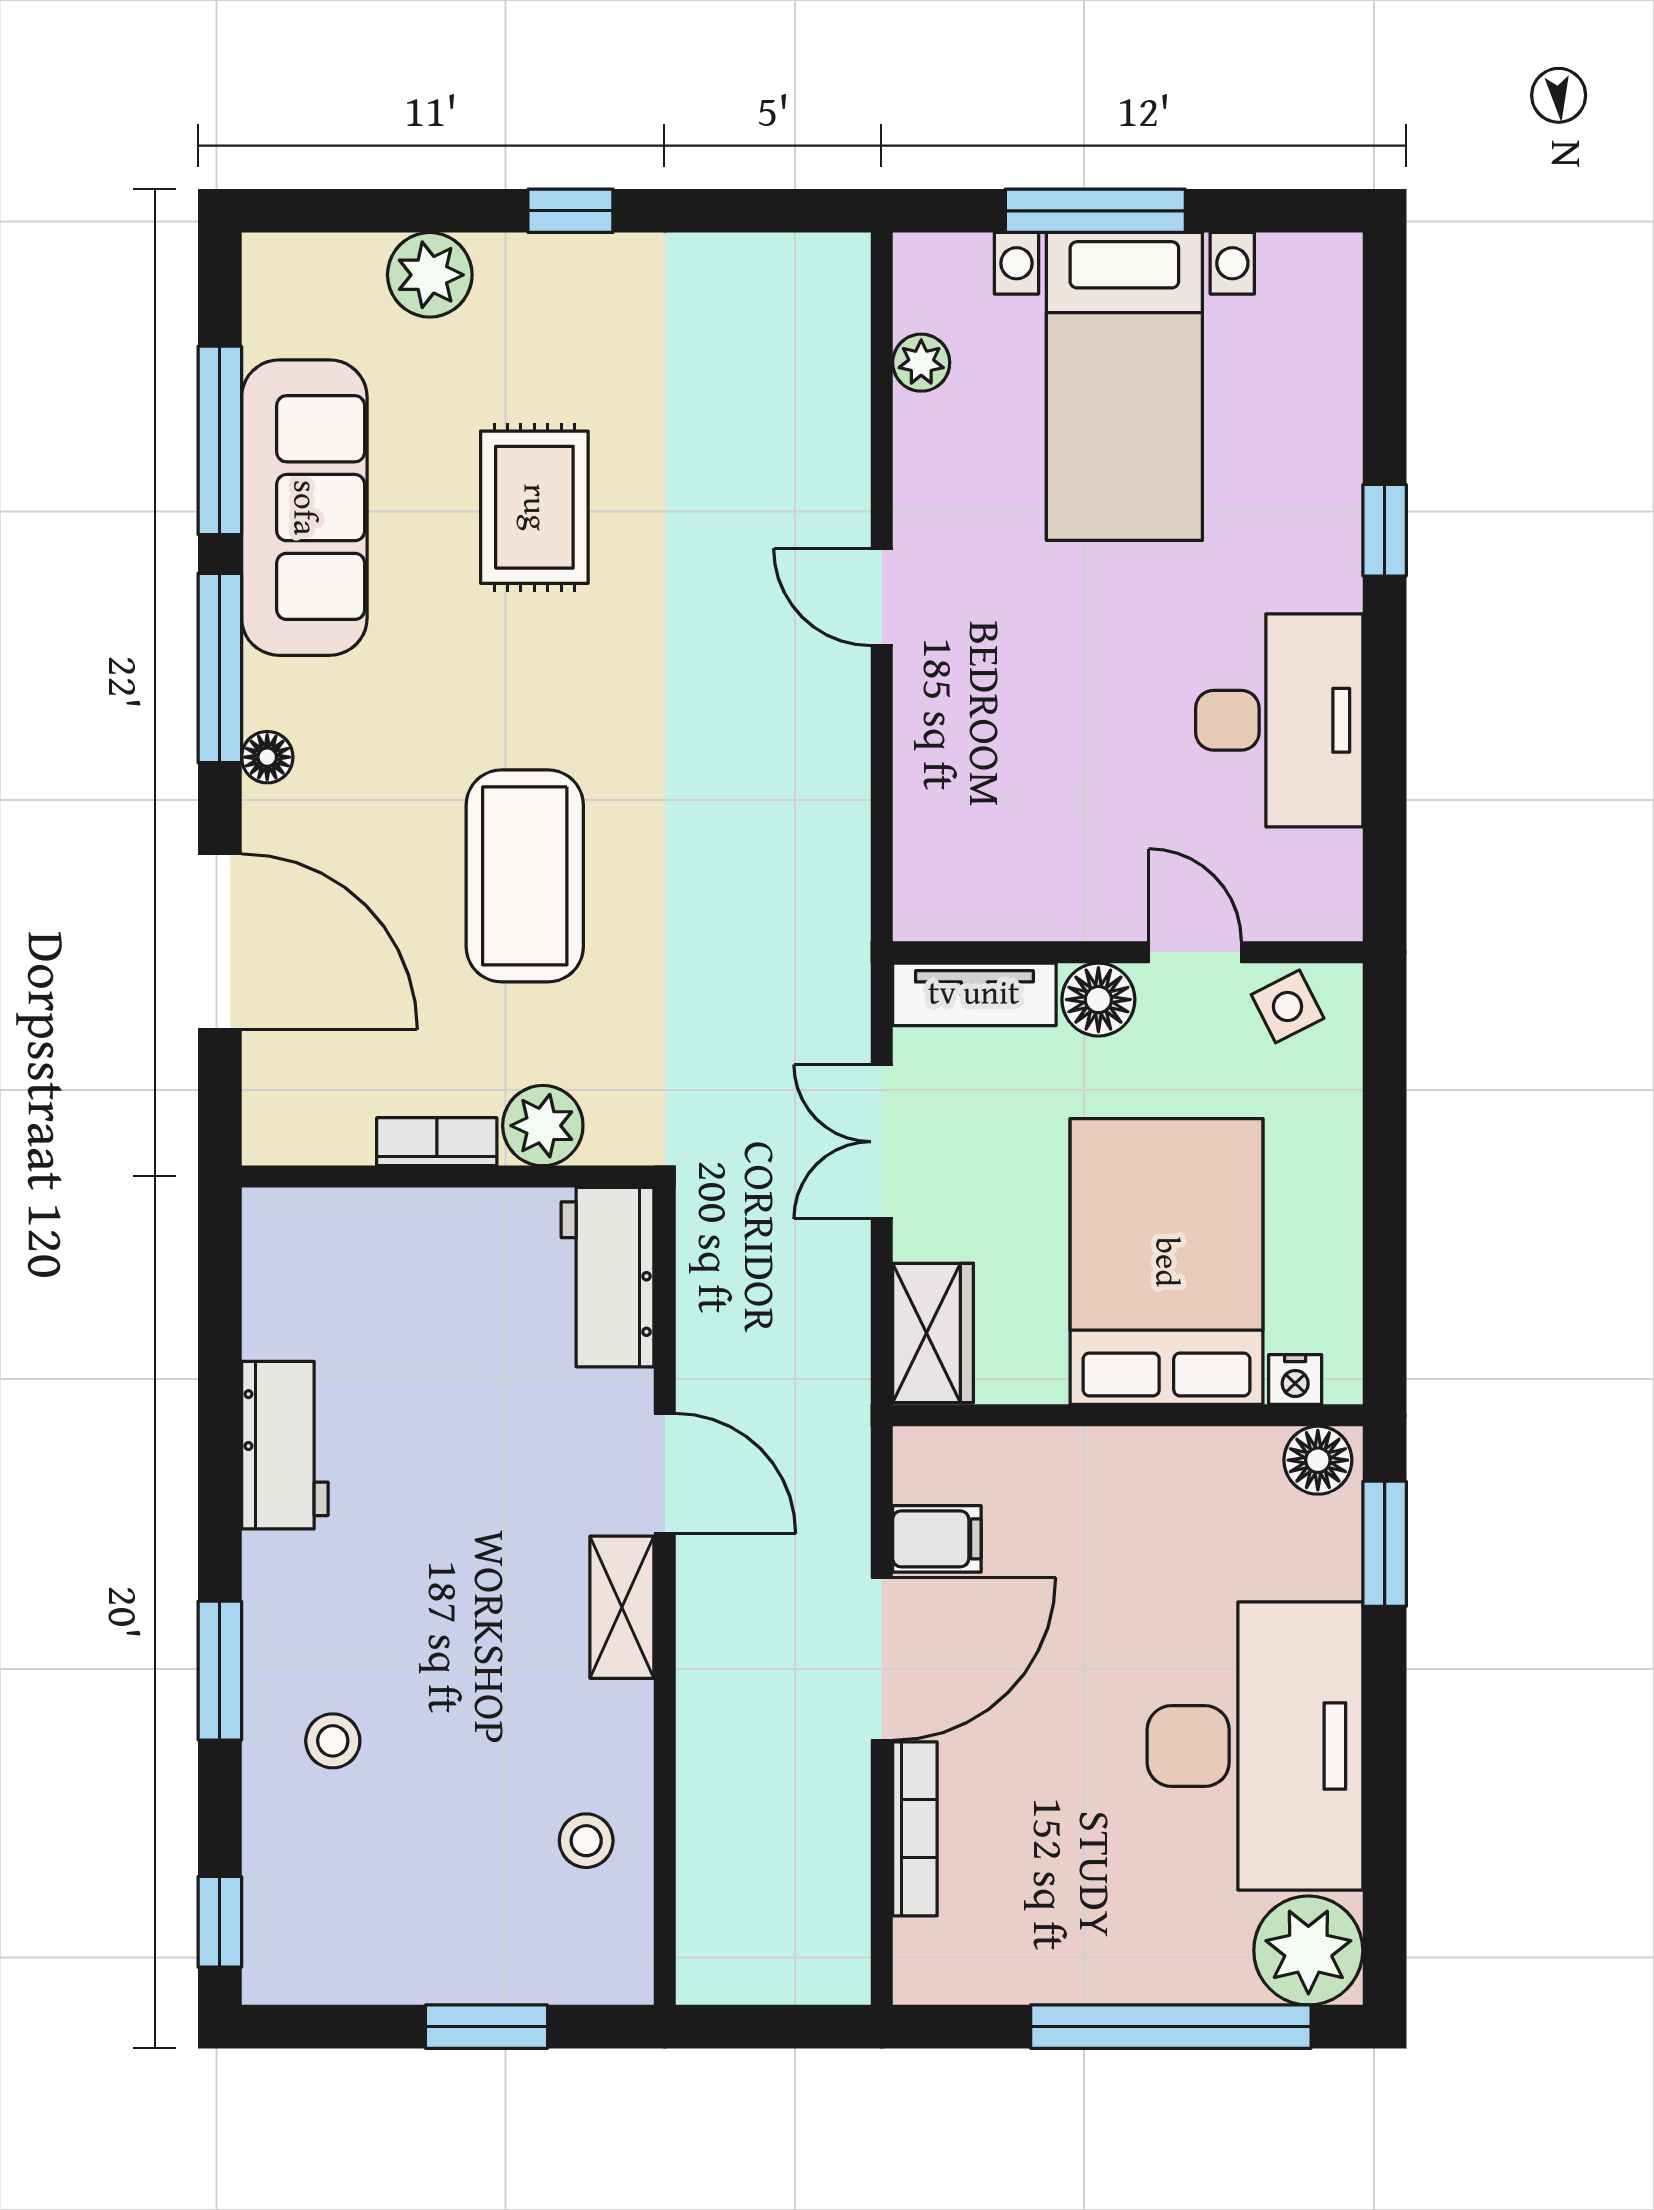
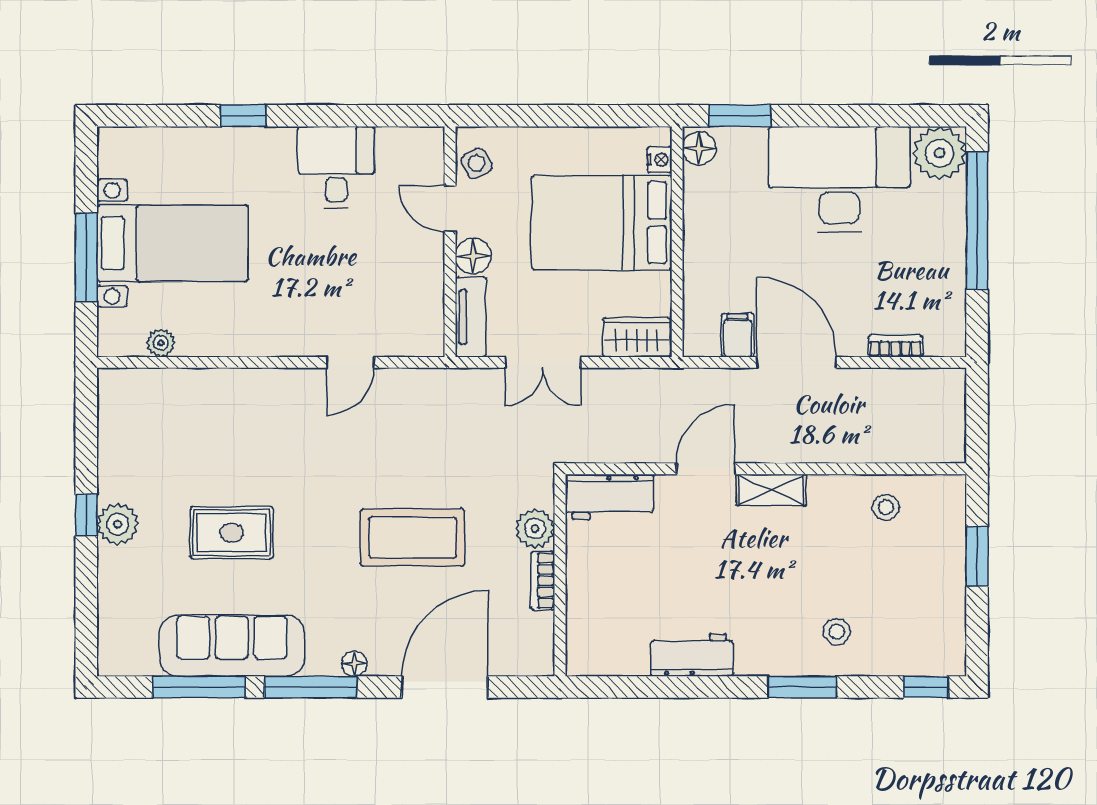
plant: (430, 275) -> (118, 524), moved
door: (882, 597) -> (350, 362), moved
desk: (1279, 720) -> (336, 167), width x0.73
door: (1195, 952) -> (450, 209), hinge flipped
bookcase: (915, 1829) -> (895, 346), width x0.64

